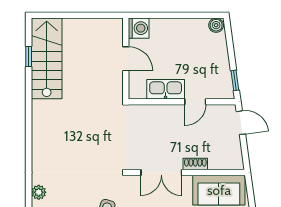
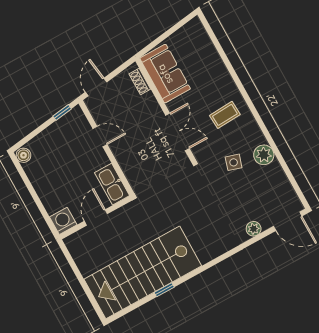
window: (29, 57) -> (164, 290), moved
stairs: (47, 58) -> (143, 272), width x1.36, depth x1.51
kitchen sink: (166, 89) -> (112, 184), moved
shoe rack: (195, 164) -> (140, 82), moved

